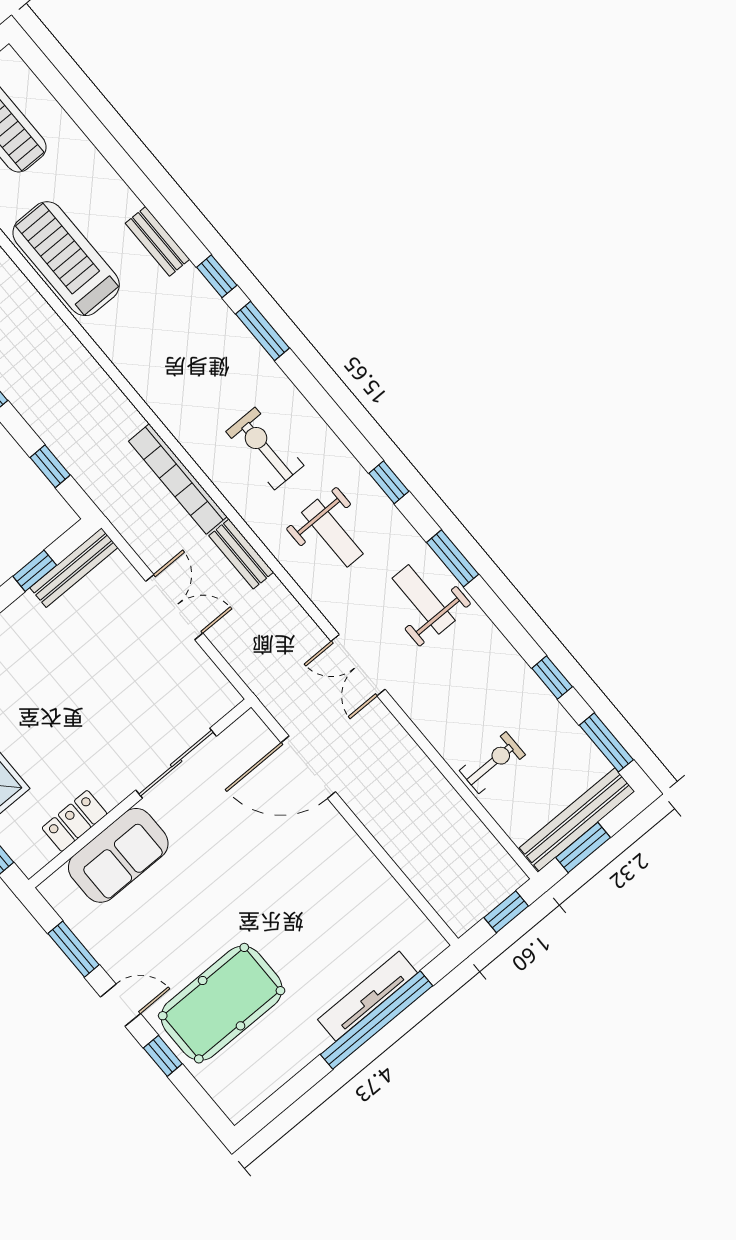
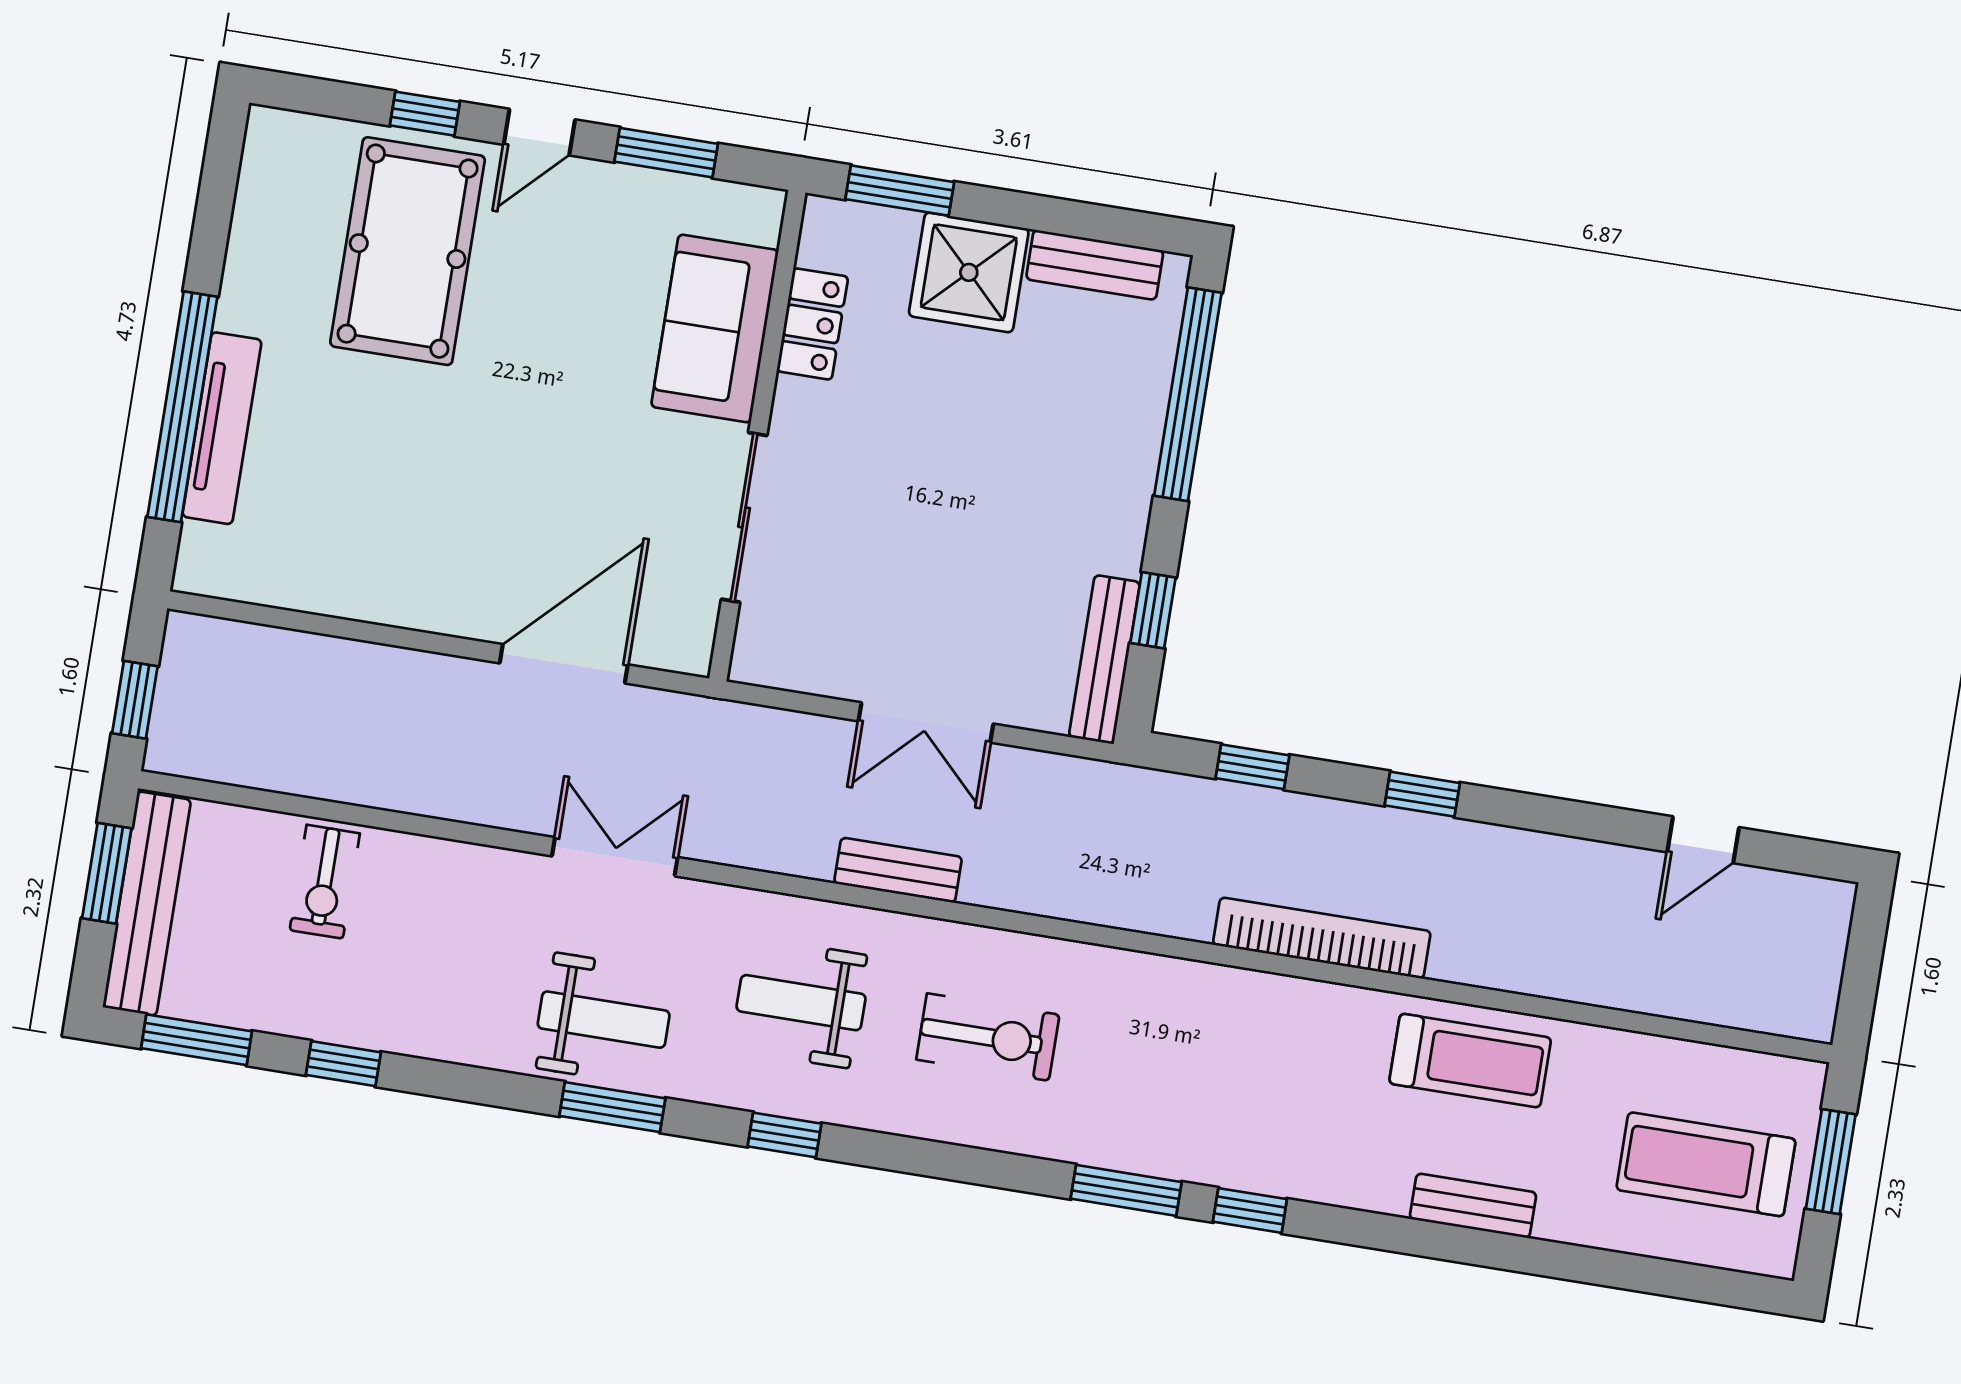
bench: (158, 241) -> (1473, 1206), moved
treadmill: (66, 259) -> (1470, 1061), width x0.73, depth x0.73
bookcase: (178, 479) -> (1322, 938), moved

